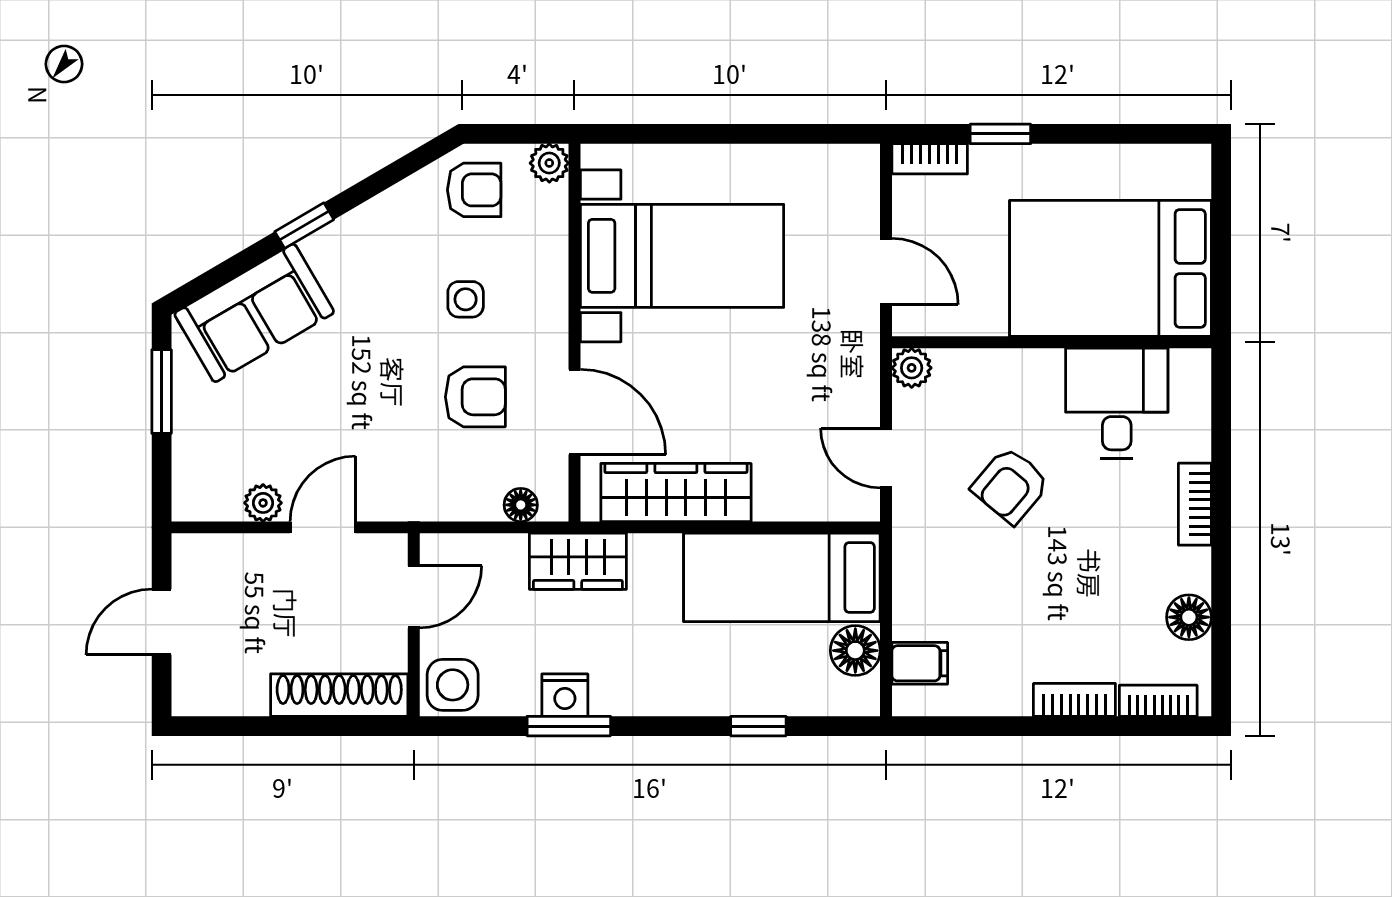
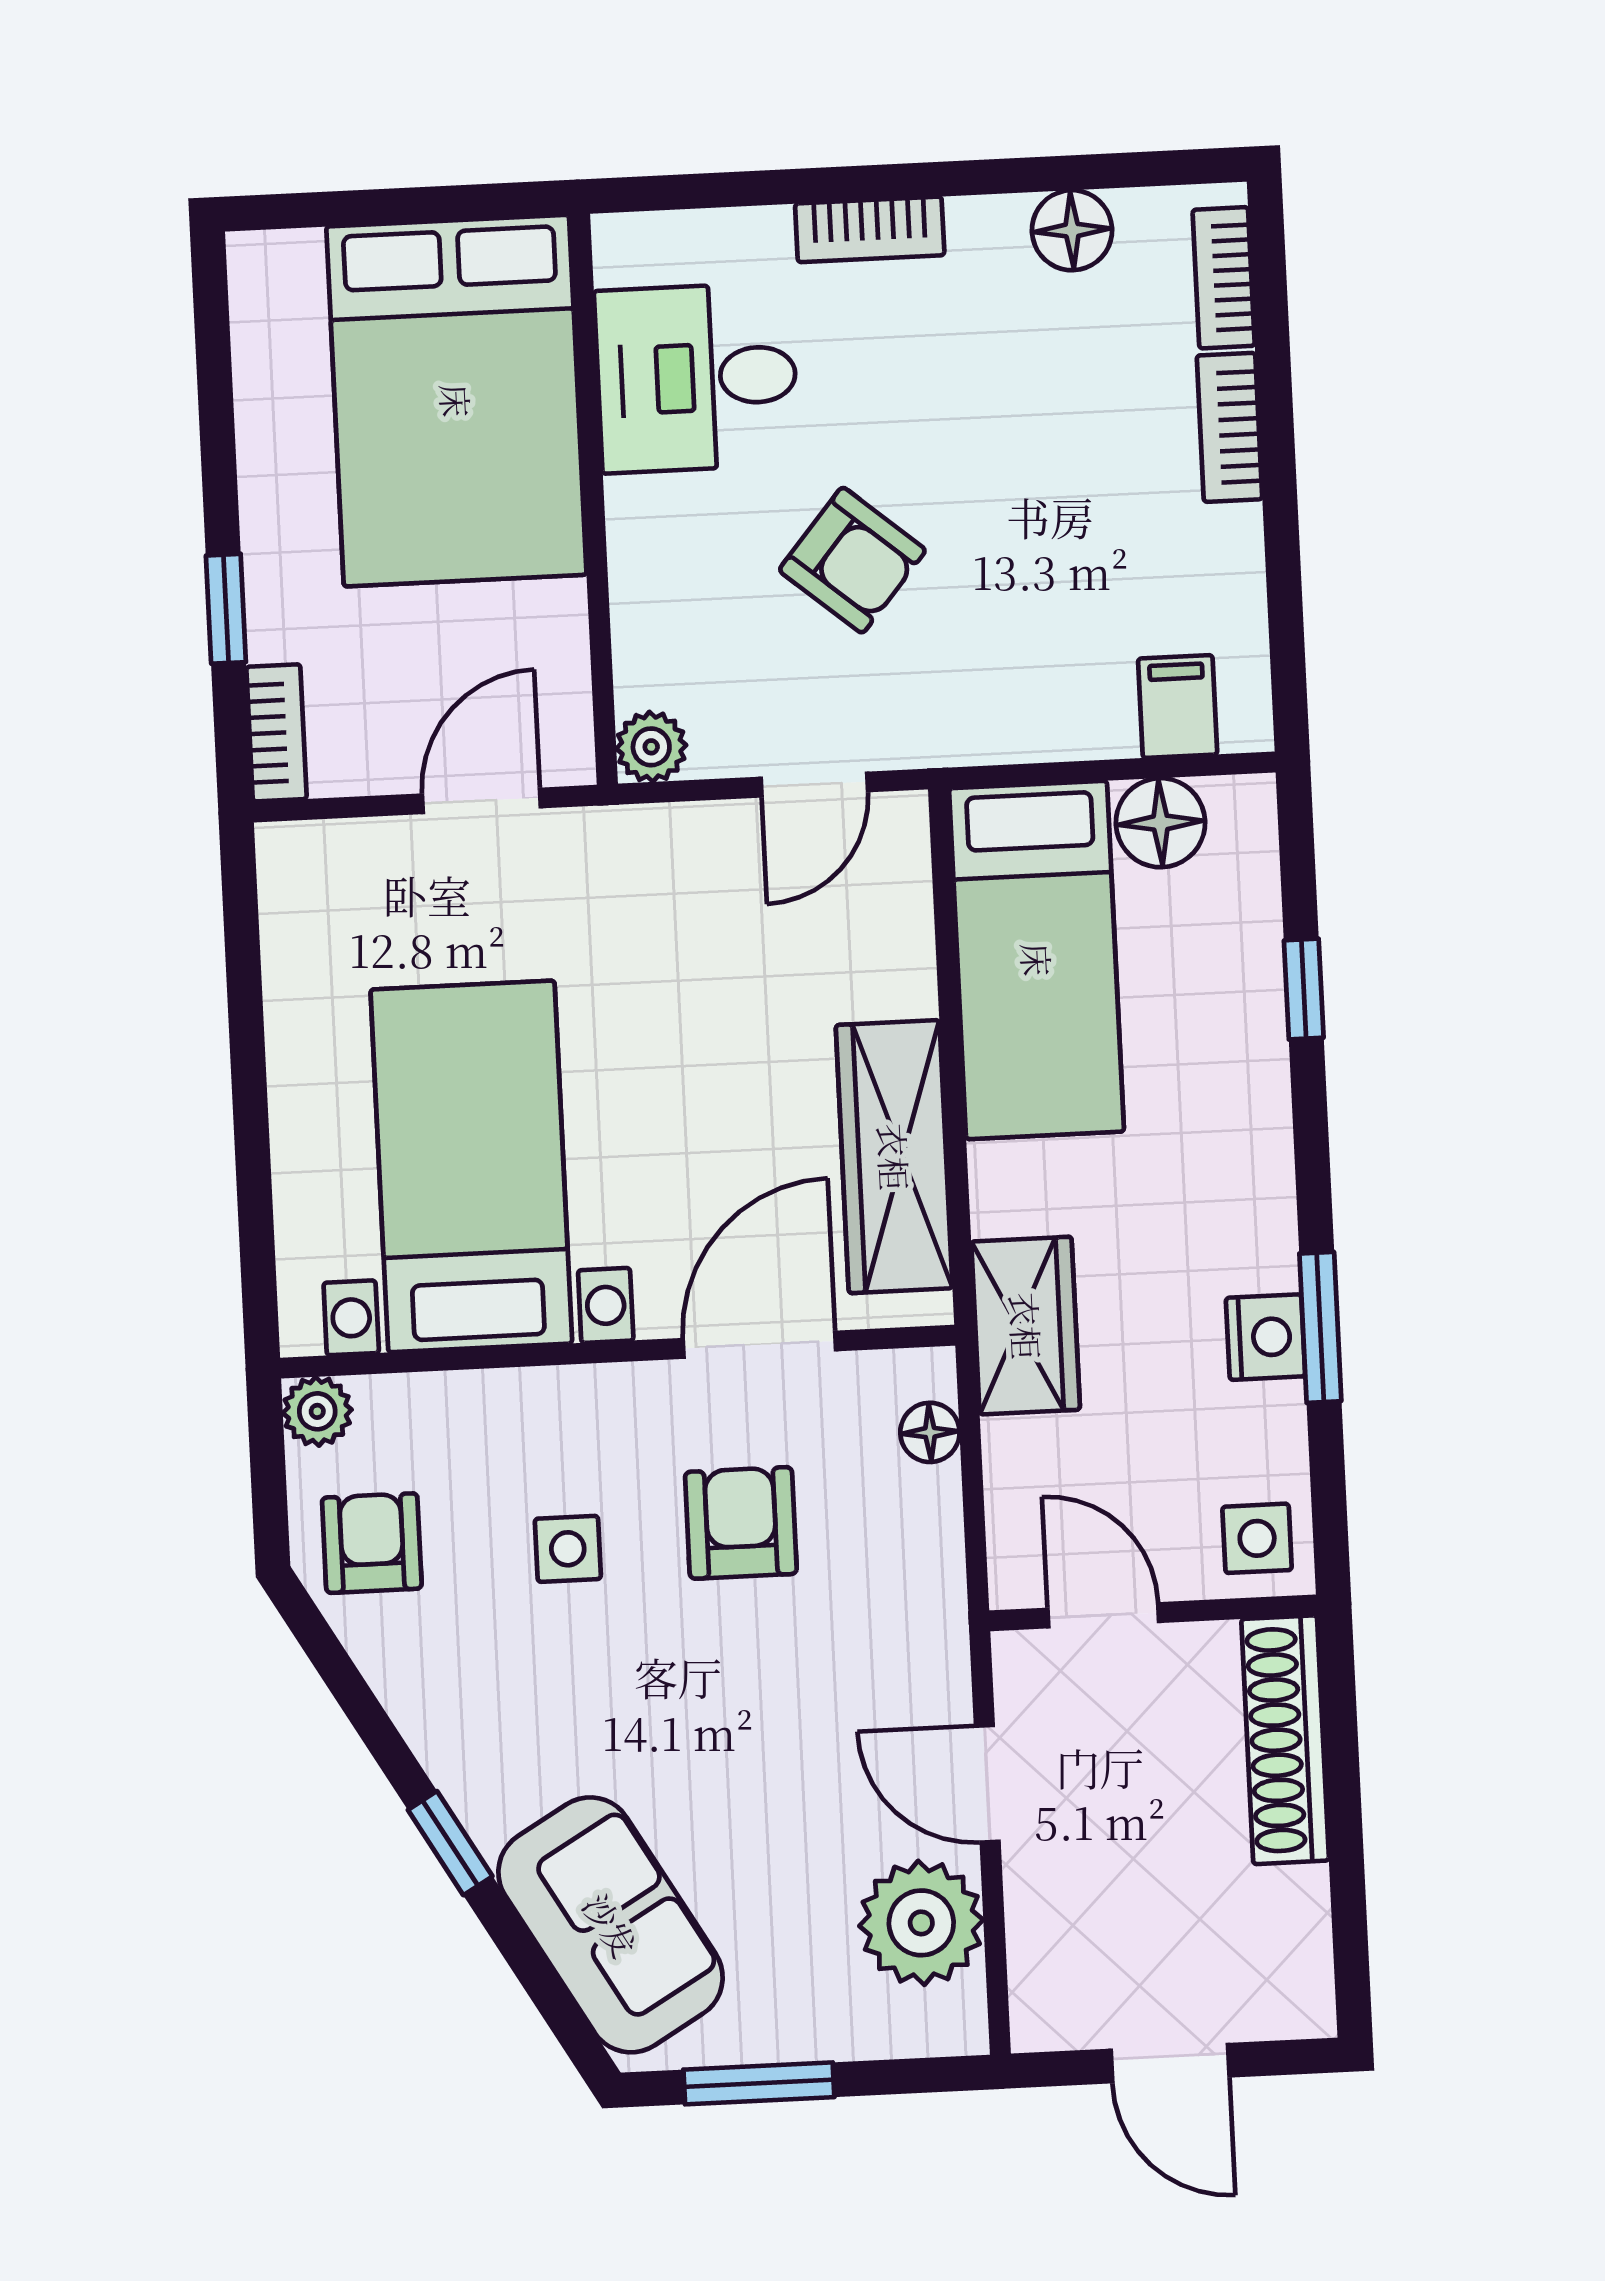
plant: (263, 503) -> (921, 1923), width x1.88, depth x1.88
side table: (453, 685) -> (1257, 1538), width x0.73, depth x0.73

